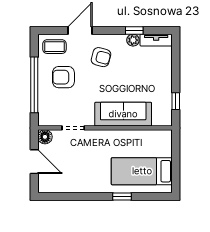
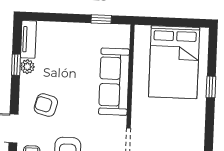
armchair: (101, 57) -> (46, 105), turned -90
bed: (142, 171) -> (174, 62), width x1.50

